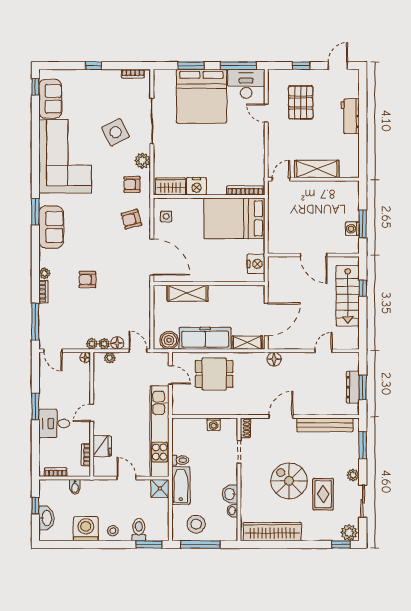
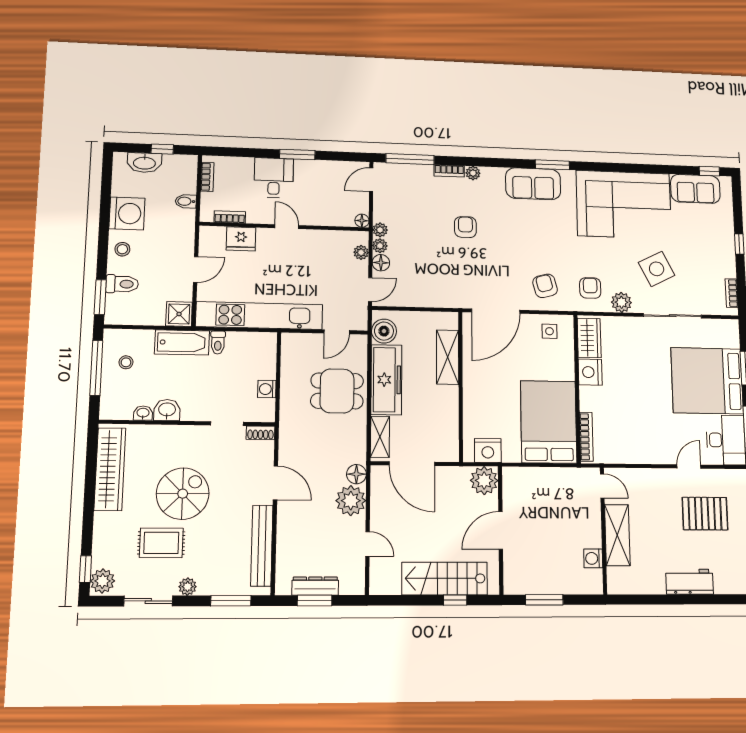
washing machine: (352, 229) -> (593, 558), moved, turned -90
plant: (278, 267) -> (484, 481), added
plant: (293, 363) -> (351, 501), added
dining table: (214, 374) -> (337, 391), turned 90
stool: (196, 524) -> (126, 362), width x0.53, depth x0.53

